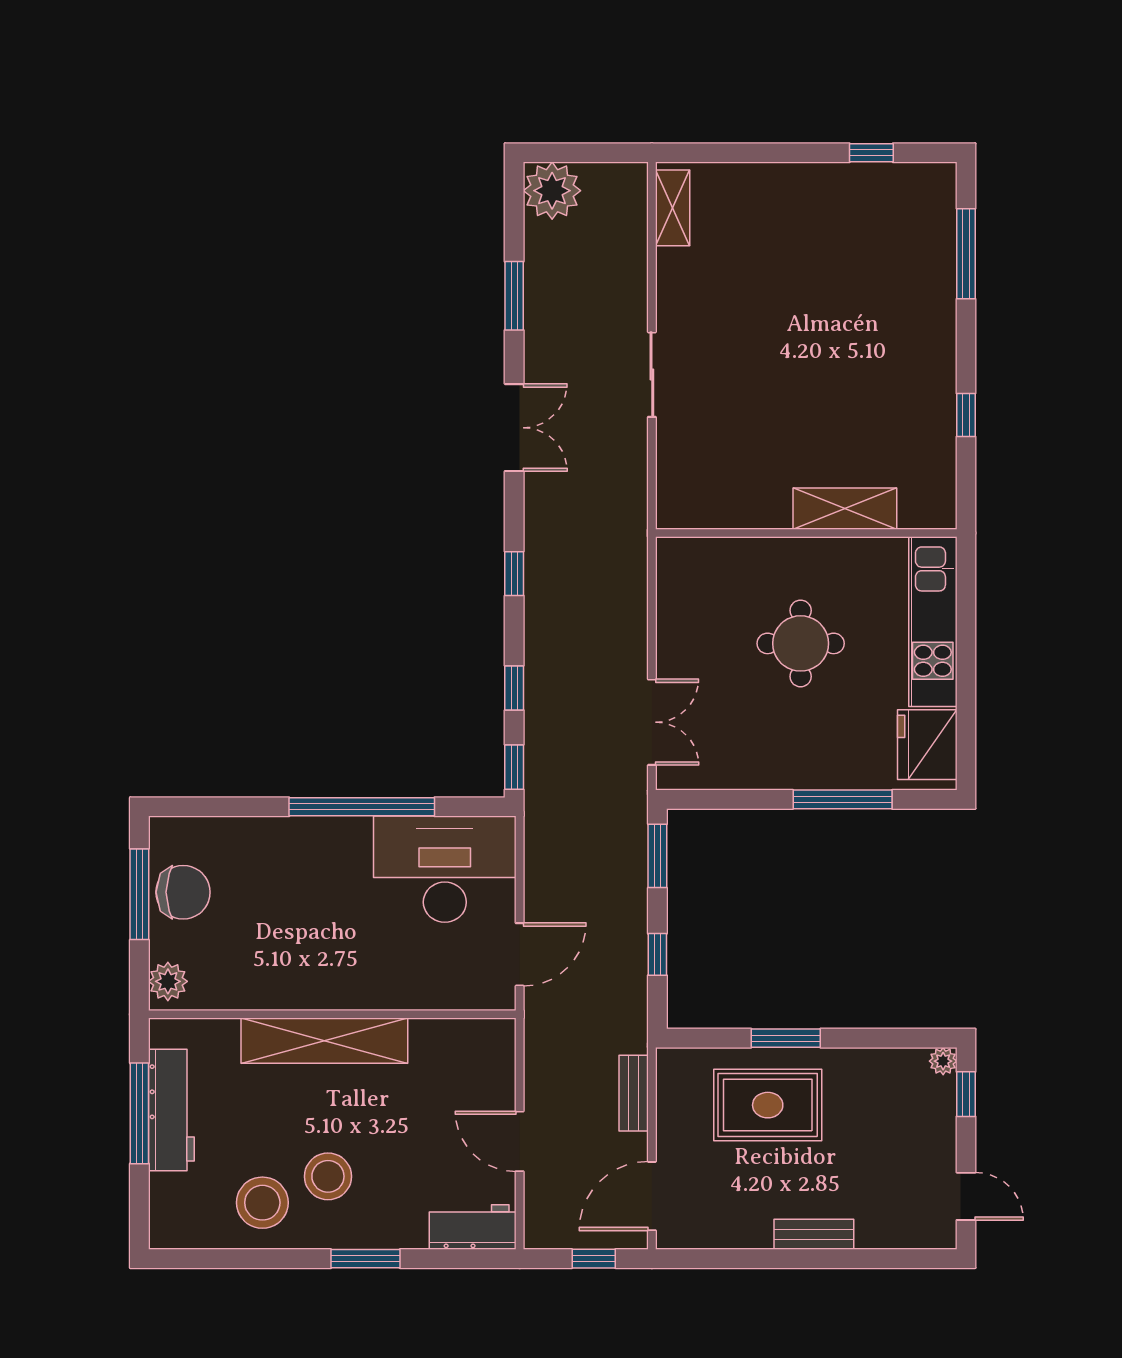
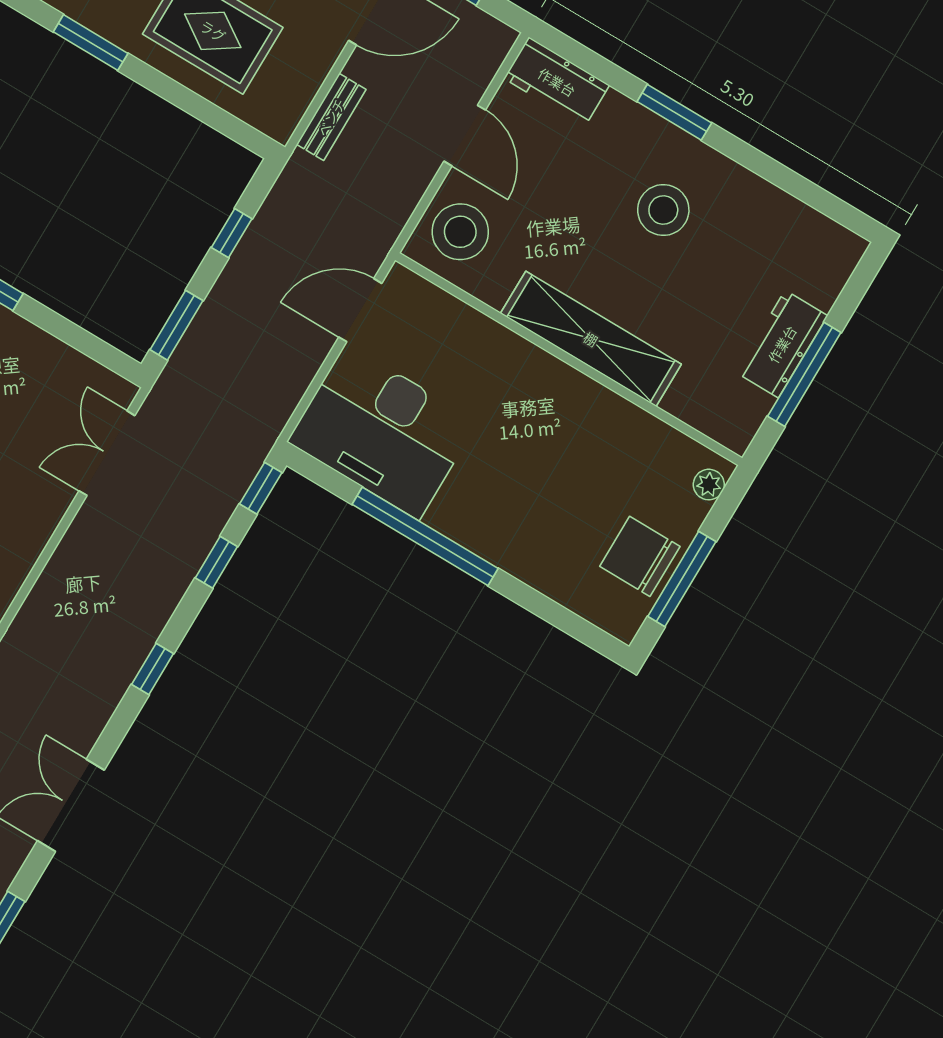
plant: (168, 981) -> (709, 485), width x0.73, depth x0.73
window: (786, 1038) -> (91, 43), moved
workbench: (171, 1110) -> (782, 344), width x0.73
stool: (262, 1203) -> (460, 232), moved

